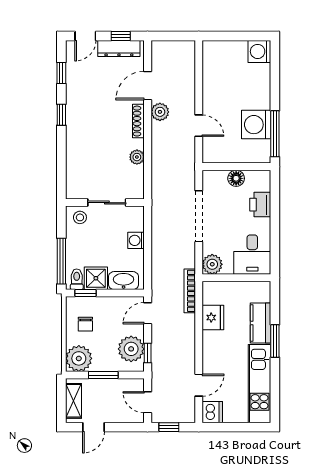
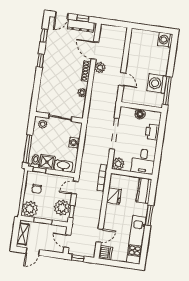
door: (148, 86) -> (95, 51), hinge flipped
kitchen counter: (261, 323) -> (144, 191), moved

